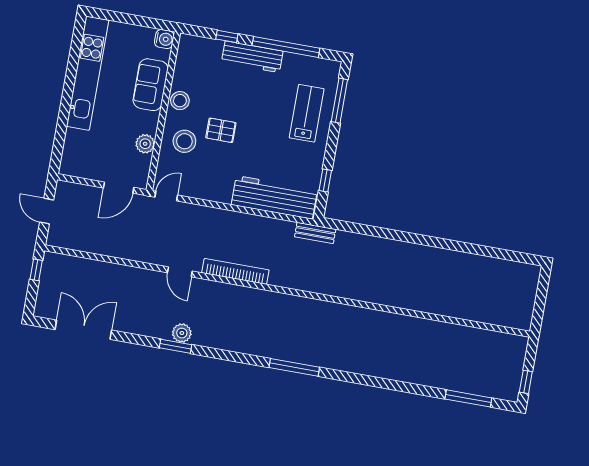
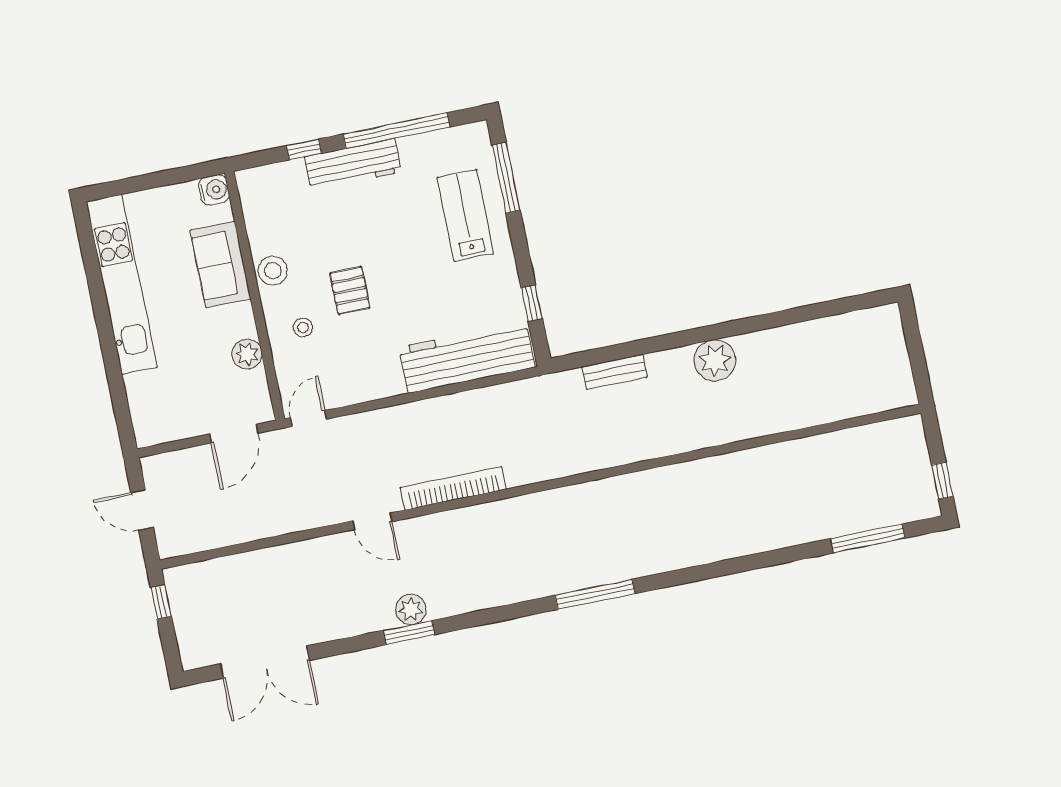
pallet: (221, 130) -> (350, 290), turned 90
stool: (184, 141) -> (303, 328), width x0.53, depth x0.53
bench: (315, 233) -> (615, 372), moved
plant: (420, 257) -> (715, 360), added
double door: (83, 330) -> (265, 662), swing flipped

